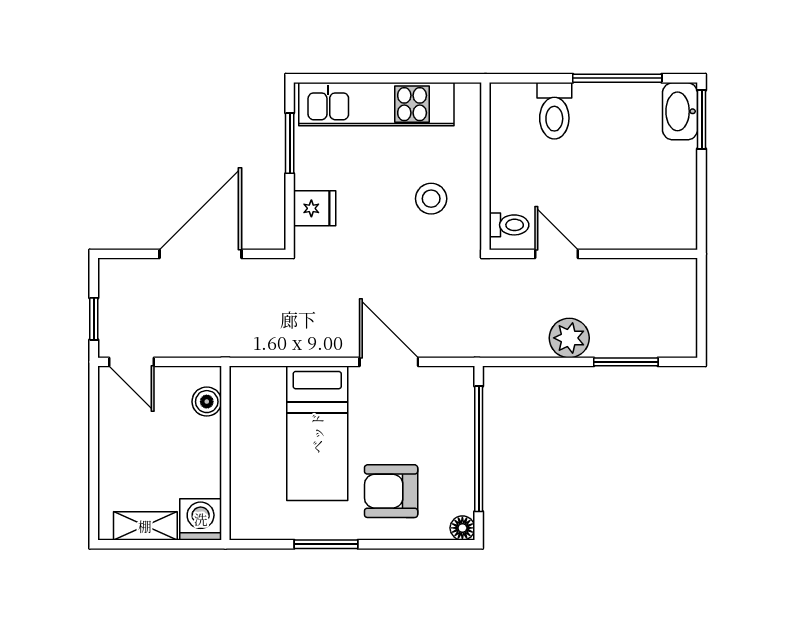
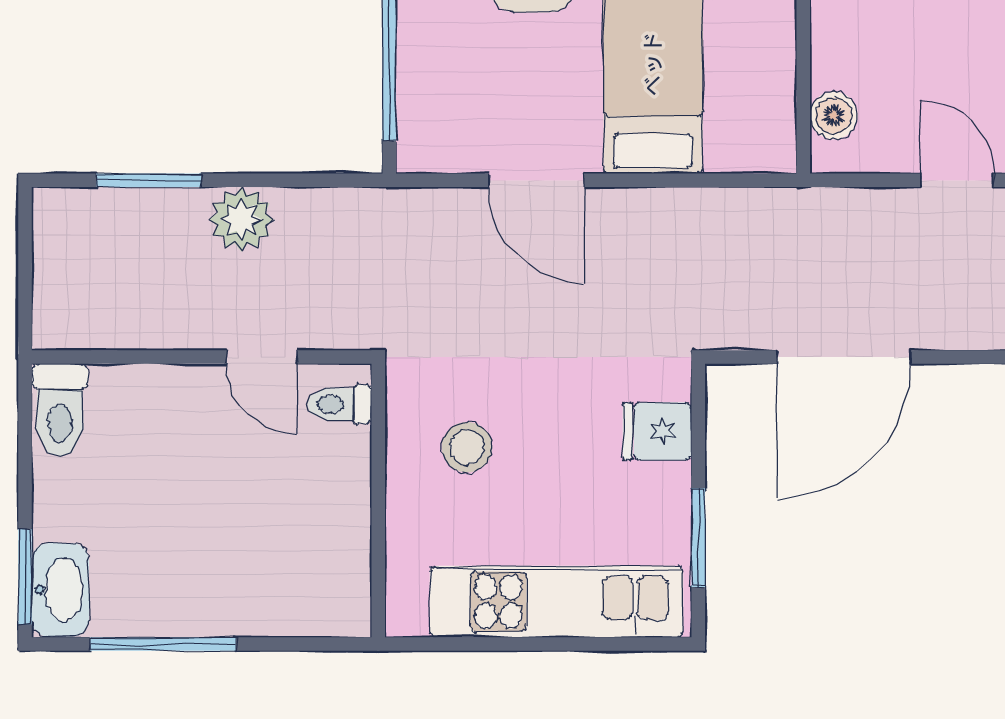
toilet: (554, 111) -> (60, 410), moved, turned 180

